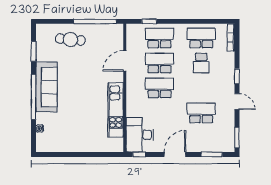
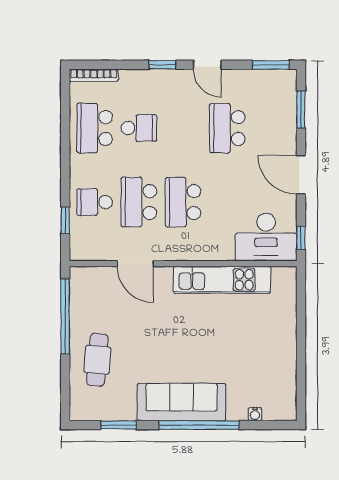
school desk: (159, 38) -> (95, 202), width x0.54
door: (237, 102) -> (207, 65), swing flipped

